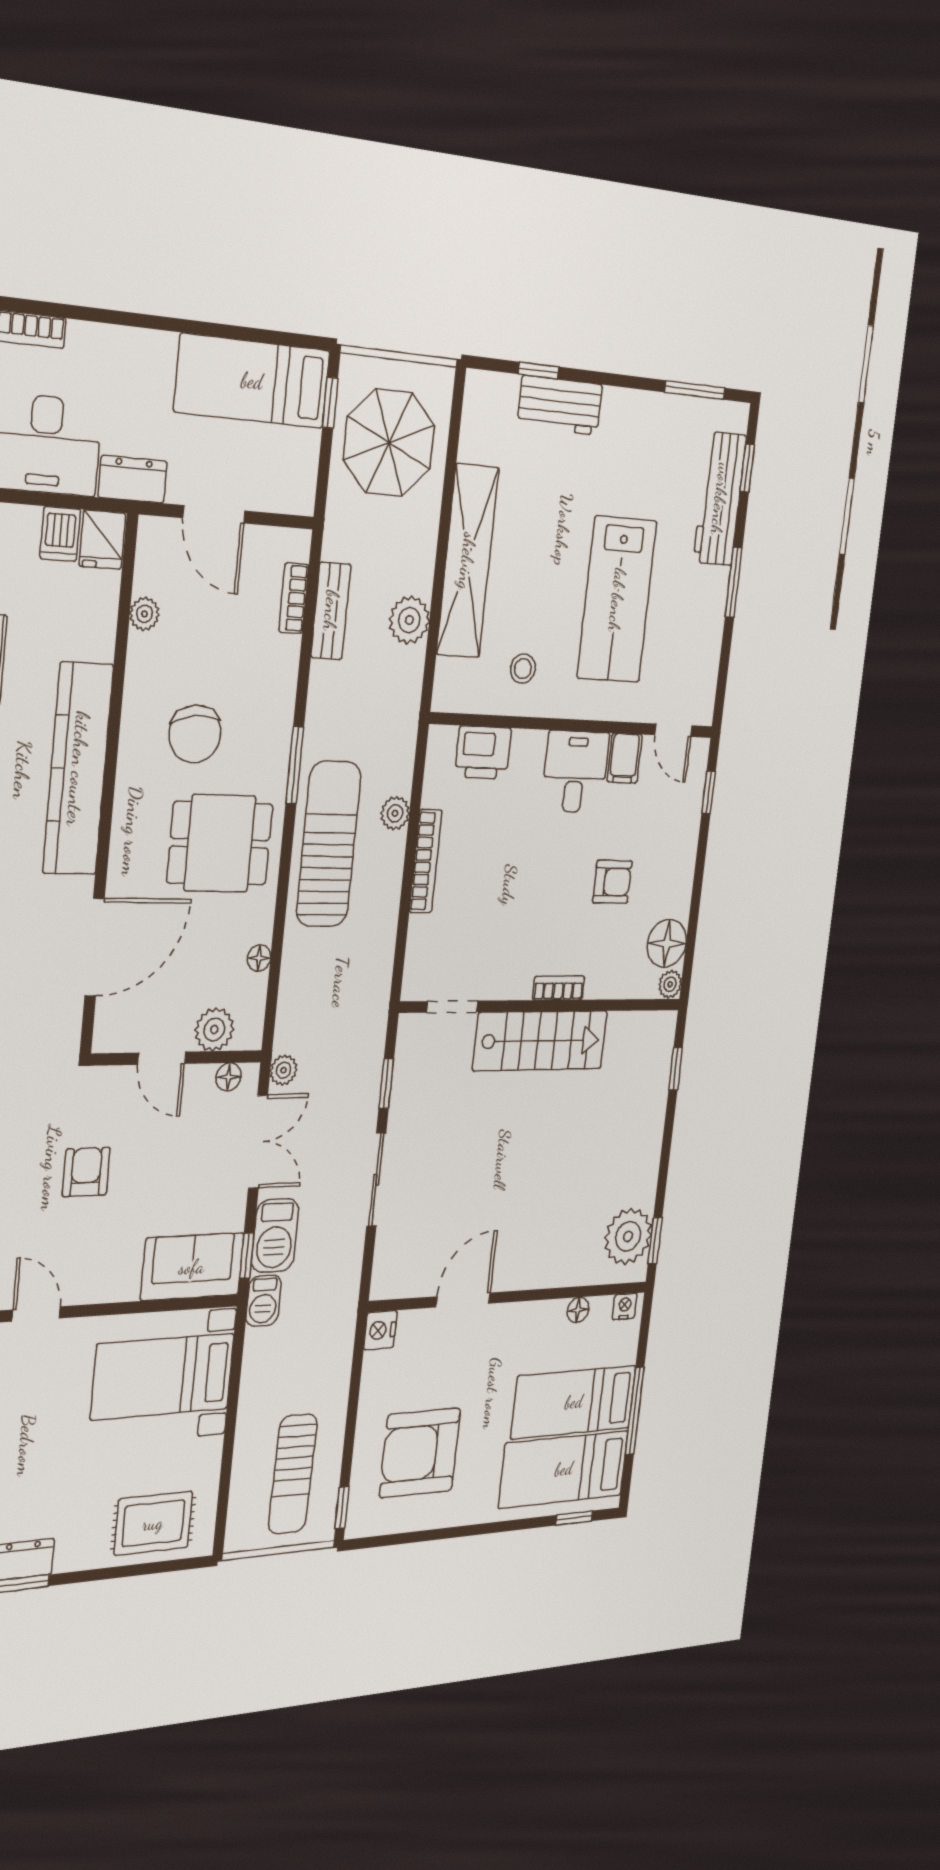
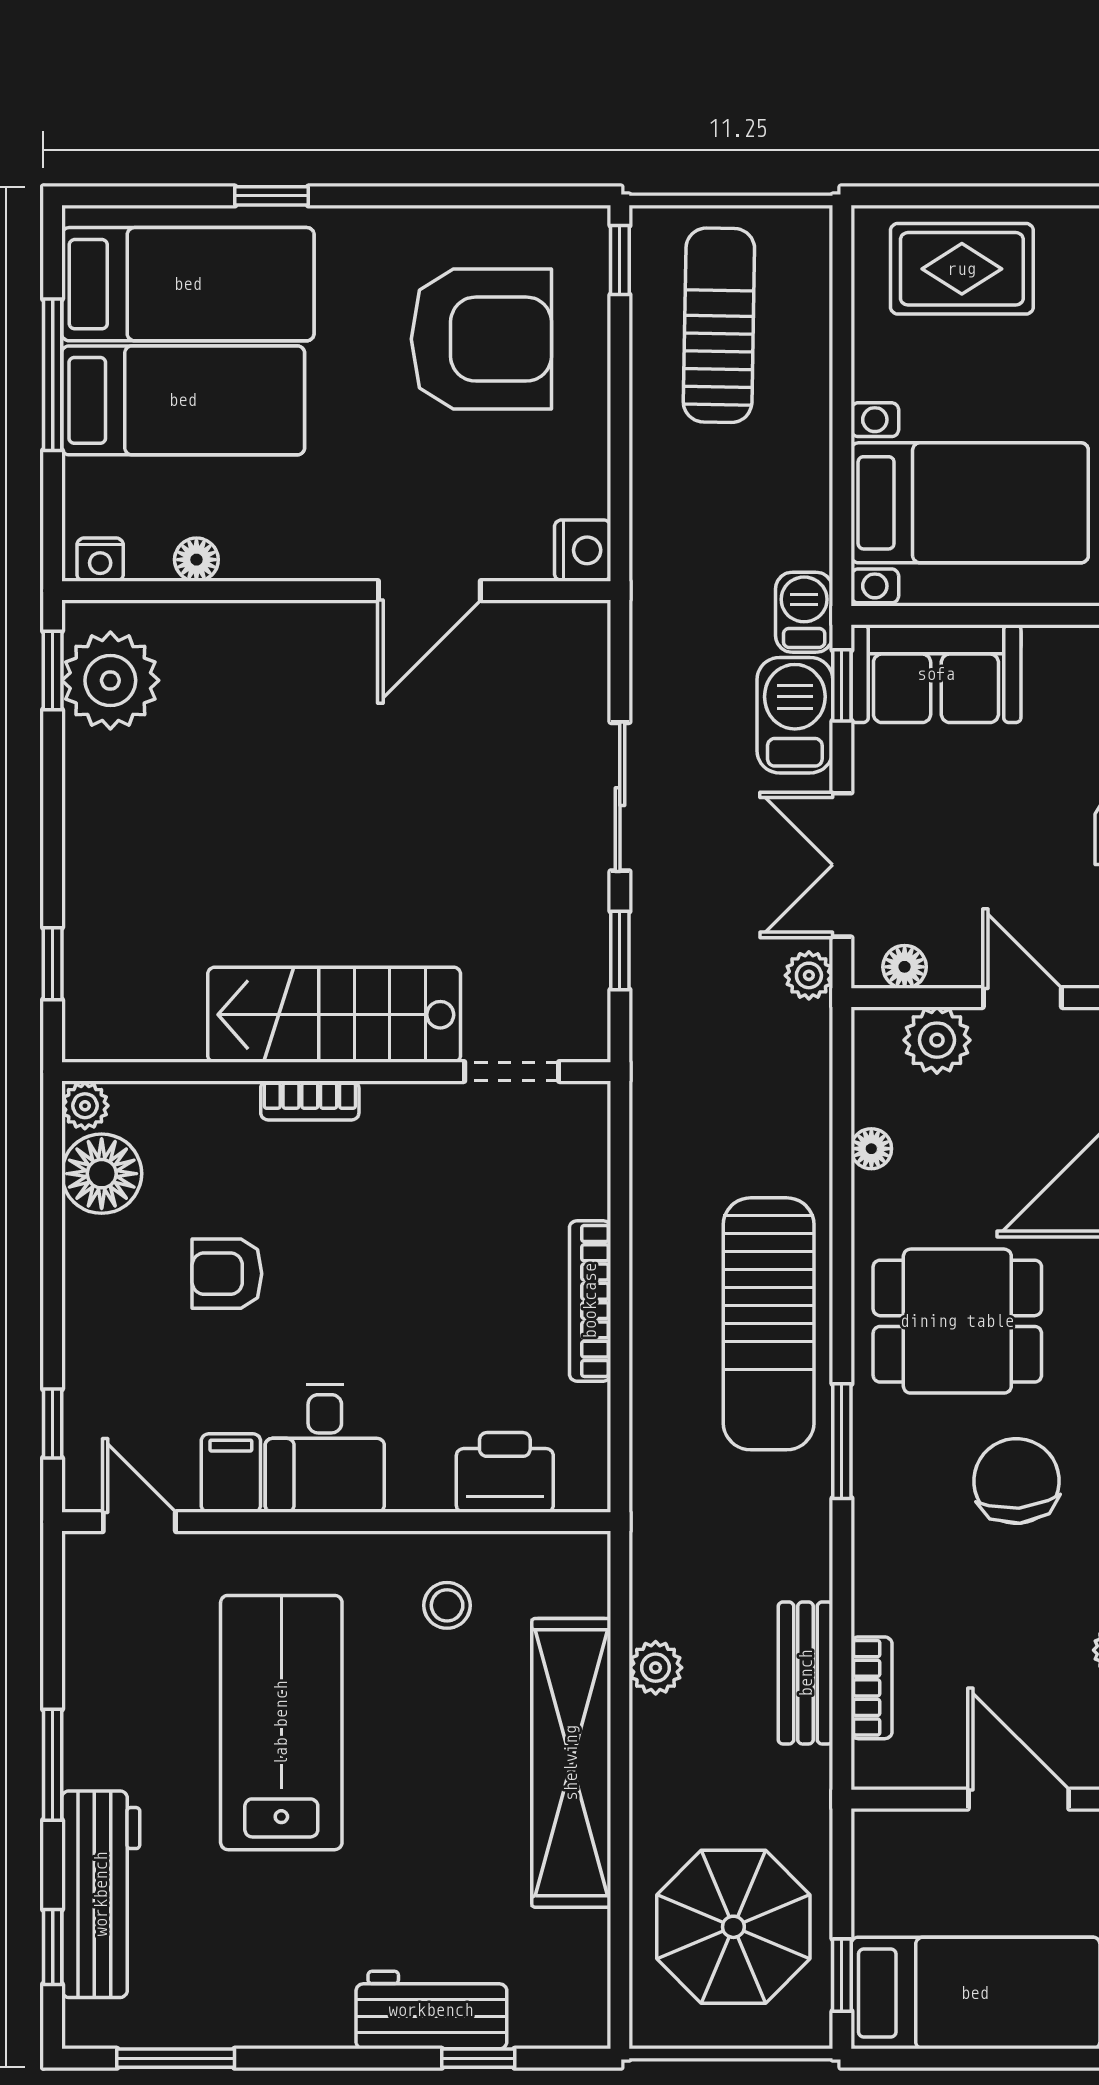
plant: (409, 620) -> (656, 1668), width x0.73, depth x0.73
plant: (395, 813) -> (655, 1374), removed
window: (574, 1518) -> (272, 196), moved

